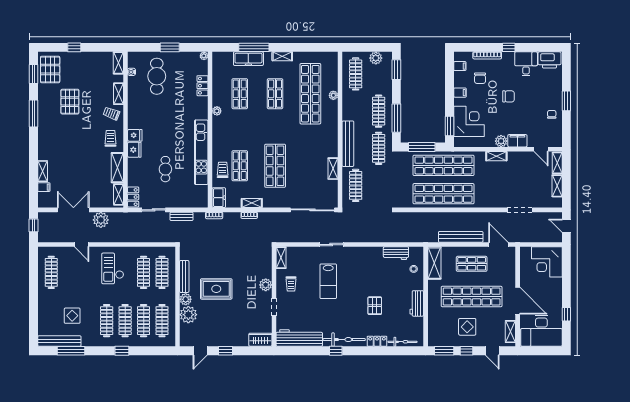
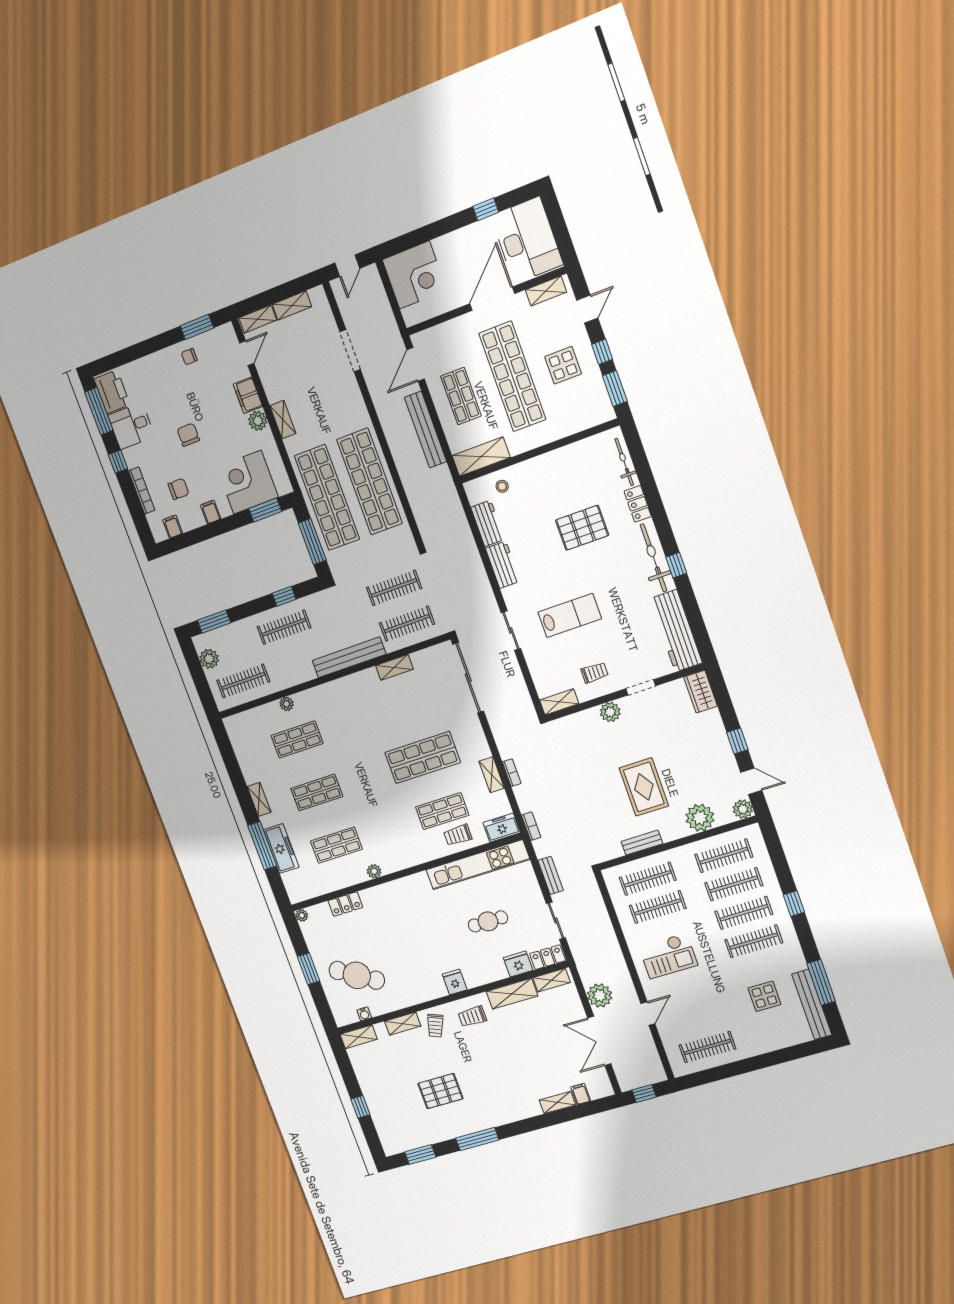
window: (542, 47) -> (99, 411), added
pallet: (50, 69) -> (405, 1133), removed
cafe table: (157, 76) -> (357, 975), turned 31
shop shelf: (310, 94) -> (297, 739), width x0.50, depth x0.74
window: (566, 101) -> (197, 327), moved
window: (396, 118) -> (284, 596), width x0.46
clothes rail: (379, 148) -> (394, 588), moved
fridge: (134, 150) -> (518, 964), moved
kitchen unit: (201, 152) -> (478, 865), moved
bench: (184, 276) -> (642, 843), width x0.73
plant: (186, 299) -> (743, 809), moved
workbench: (417, 303) -> (503, 565), moved, turned -90
pallet: (375, 306) -> (582, 528), width x1.50, depth x1.42

